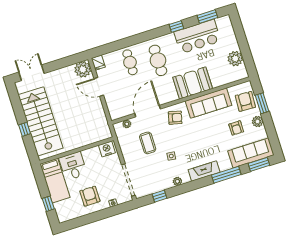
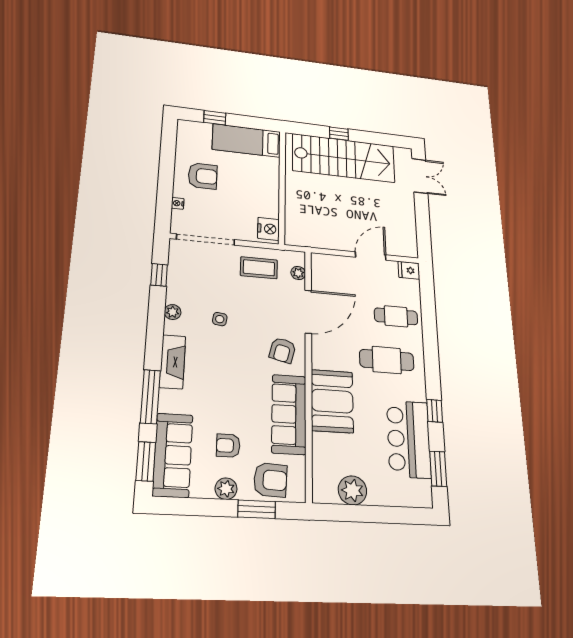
plant: (83, 69) -> (405, 245), removed
door: (148, 111) -> (308, 312), hinge flipped
coffee table: (148, 143) -> (259, 268), moved
desk: (73, 166) -> (260, 172), removed

